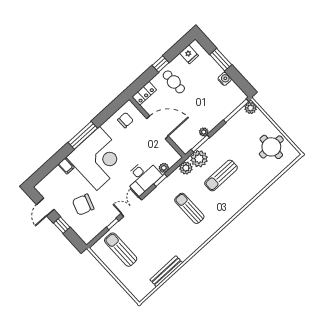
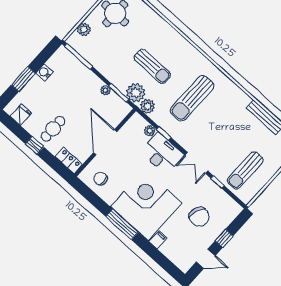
plant: (251, 108) -> (84, 30), moved
sun lounger: (189, 208) -> (192, 98), width x1.36, depth x1.34

